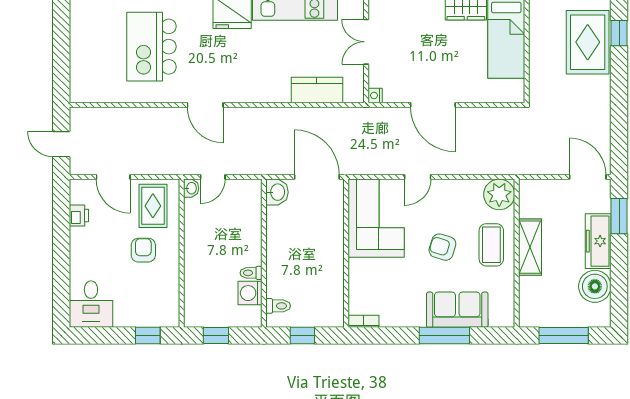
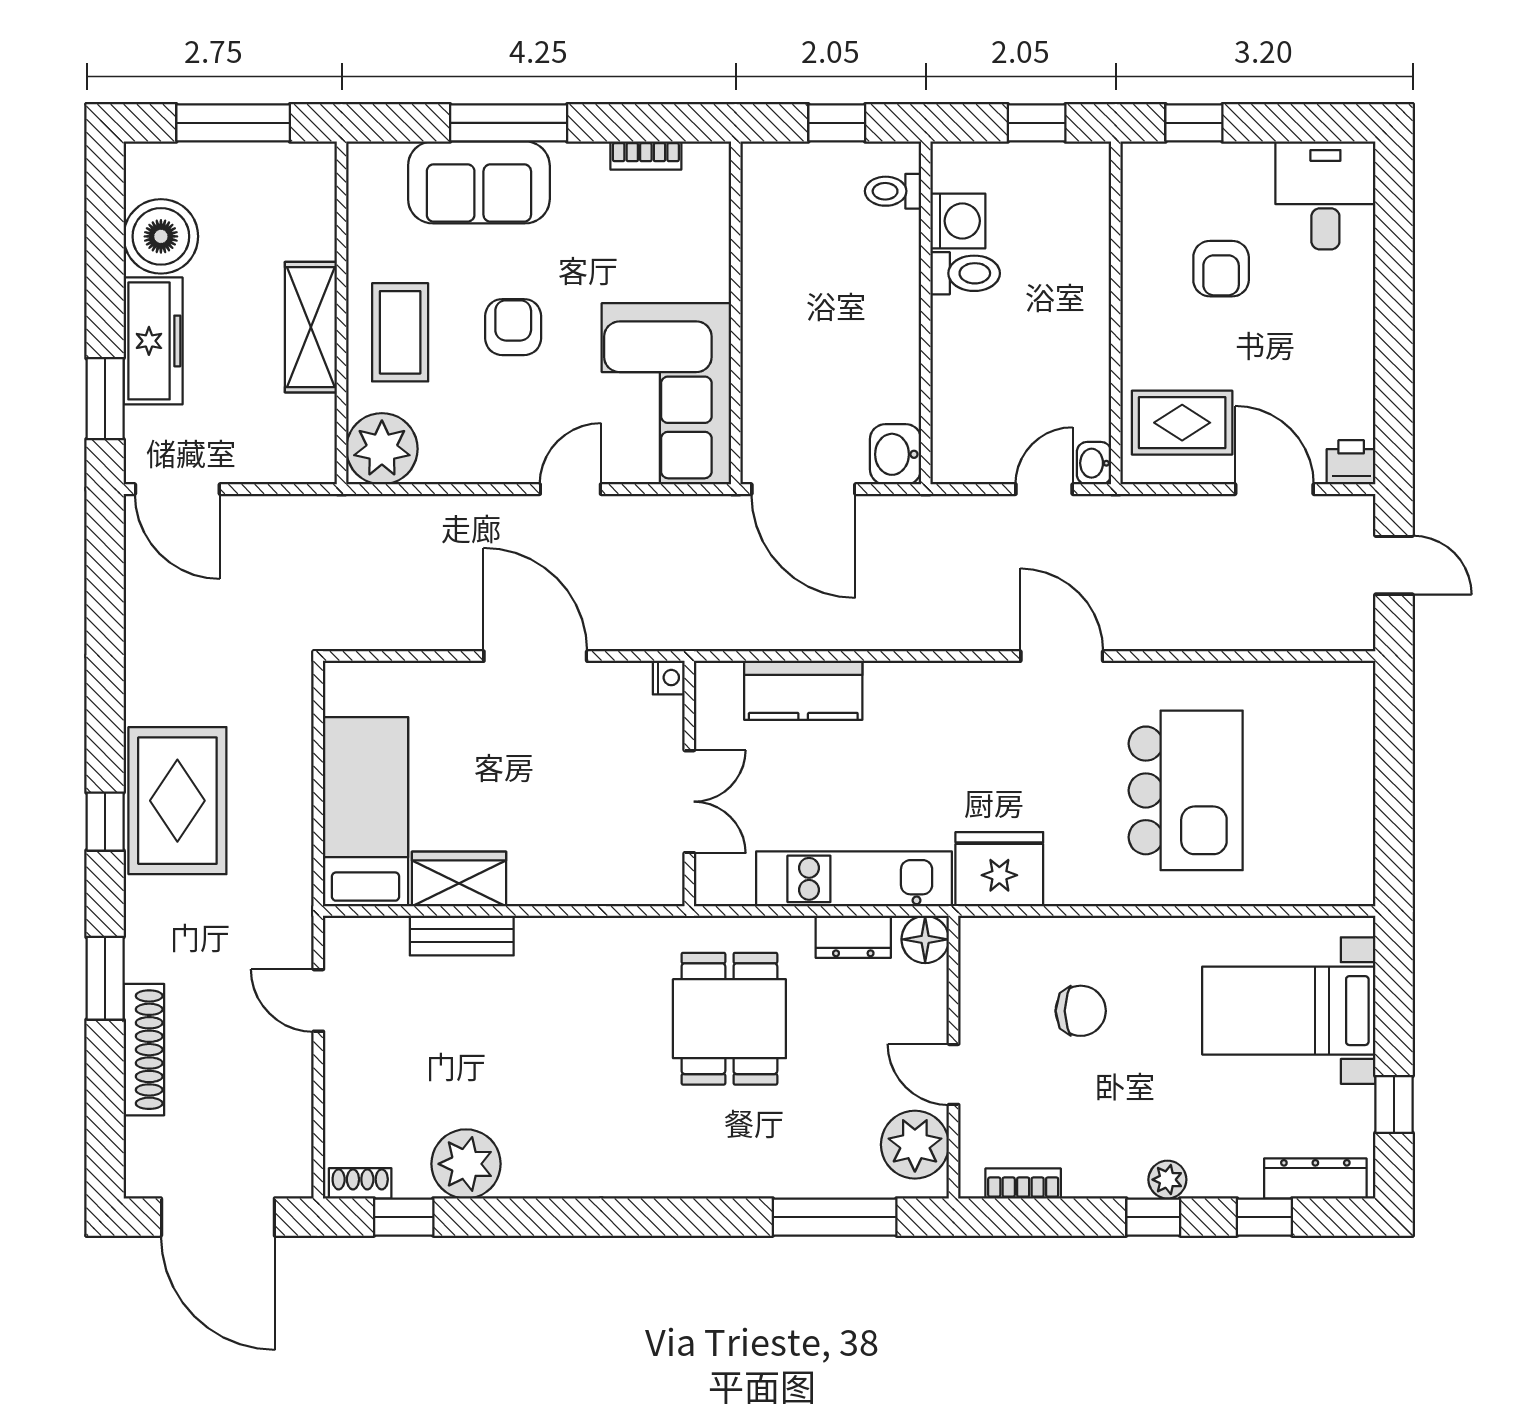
rug: (153, 206) -> (1182, 423), turned 90
printer: (79, 216) -> (1351, 462), moved, turned 90
armchair: (442, 247) -> (513, 327), turned -107
armchair: (143, 250) -> (1221, 269), moved
toilet: (251, 273) -> (965, 273), width x1.37, depth x1.39
bookcase: (363, 321) -> (646, 156), moved

